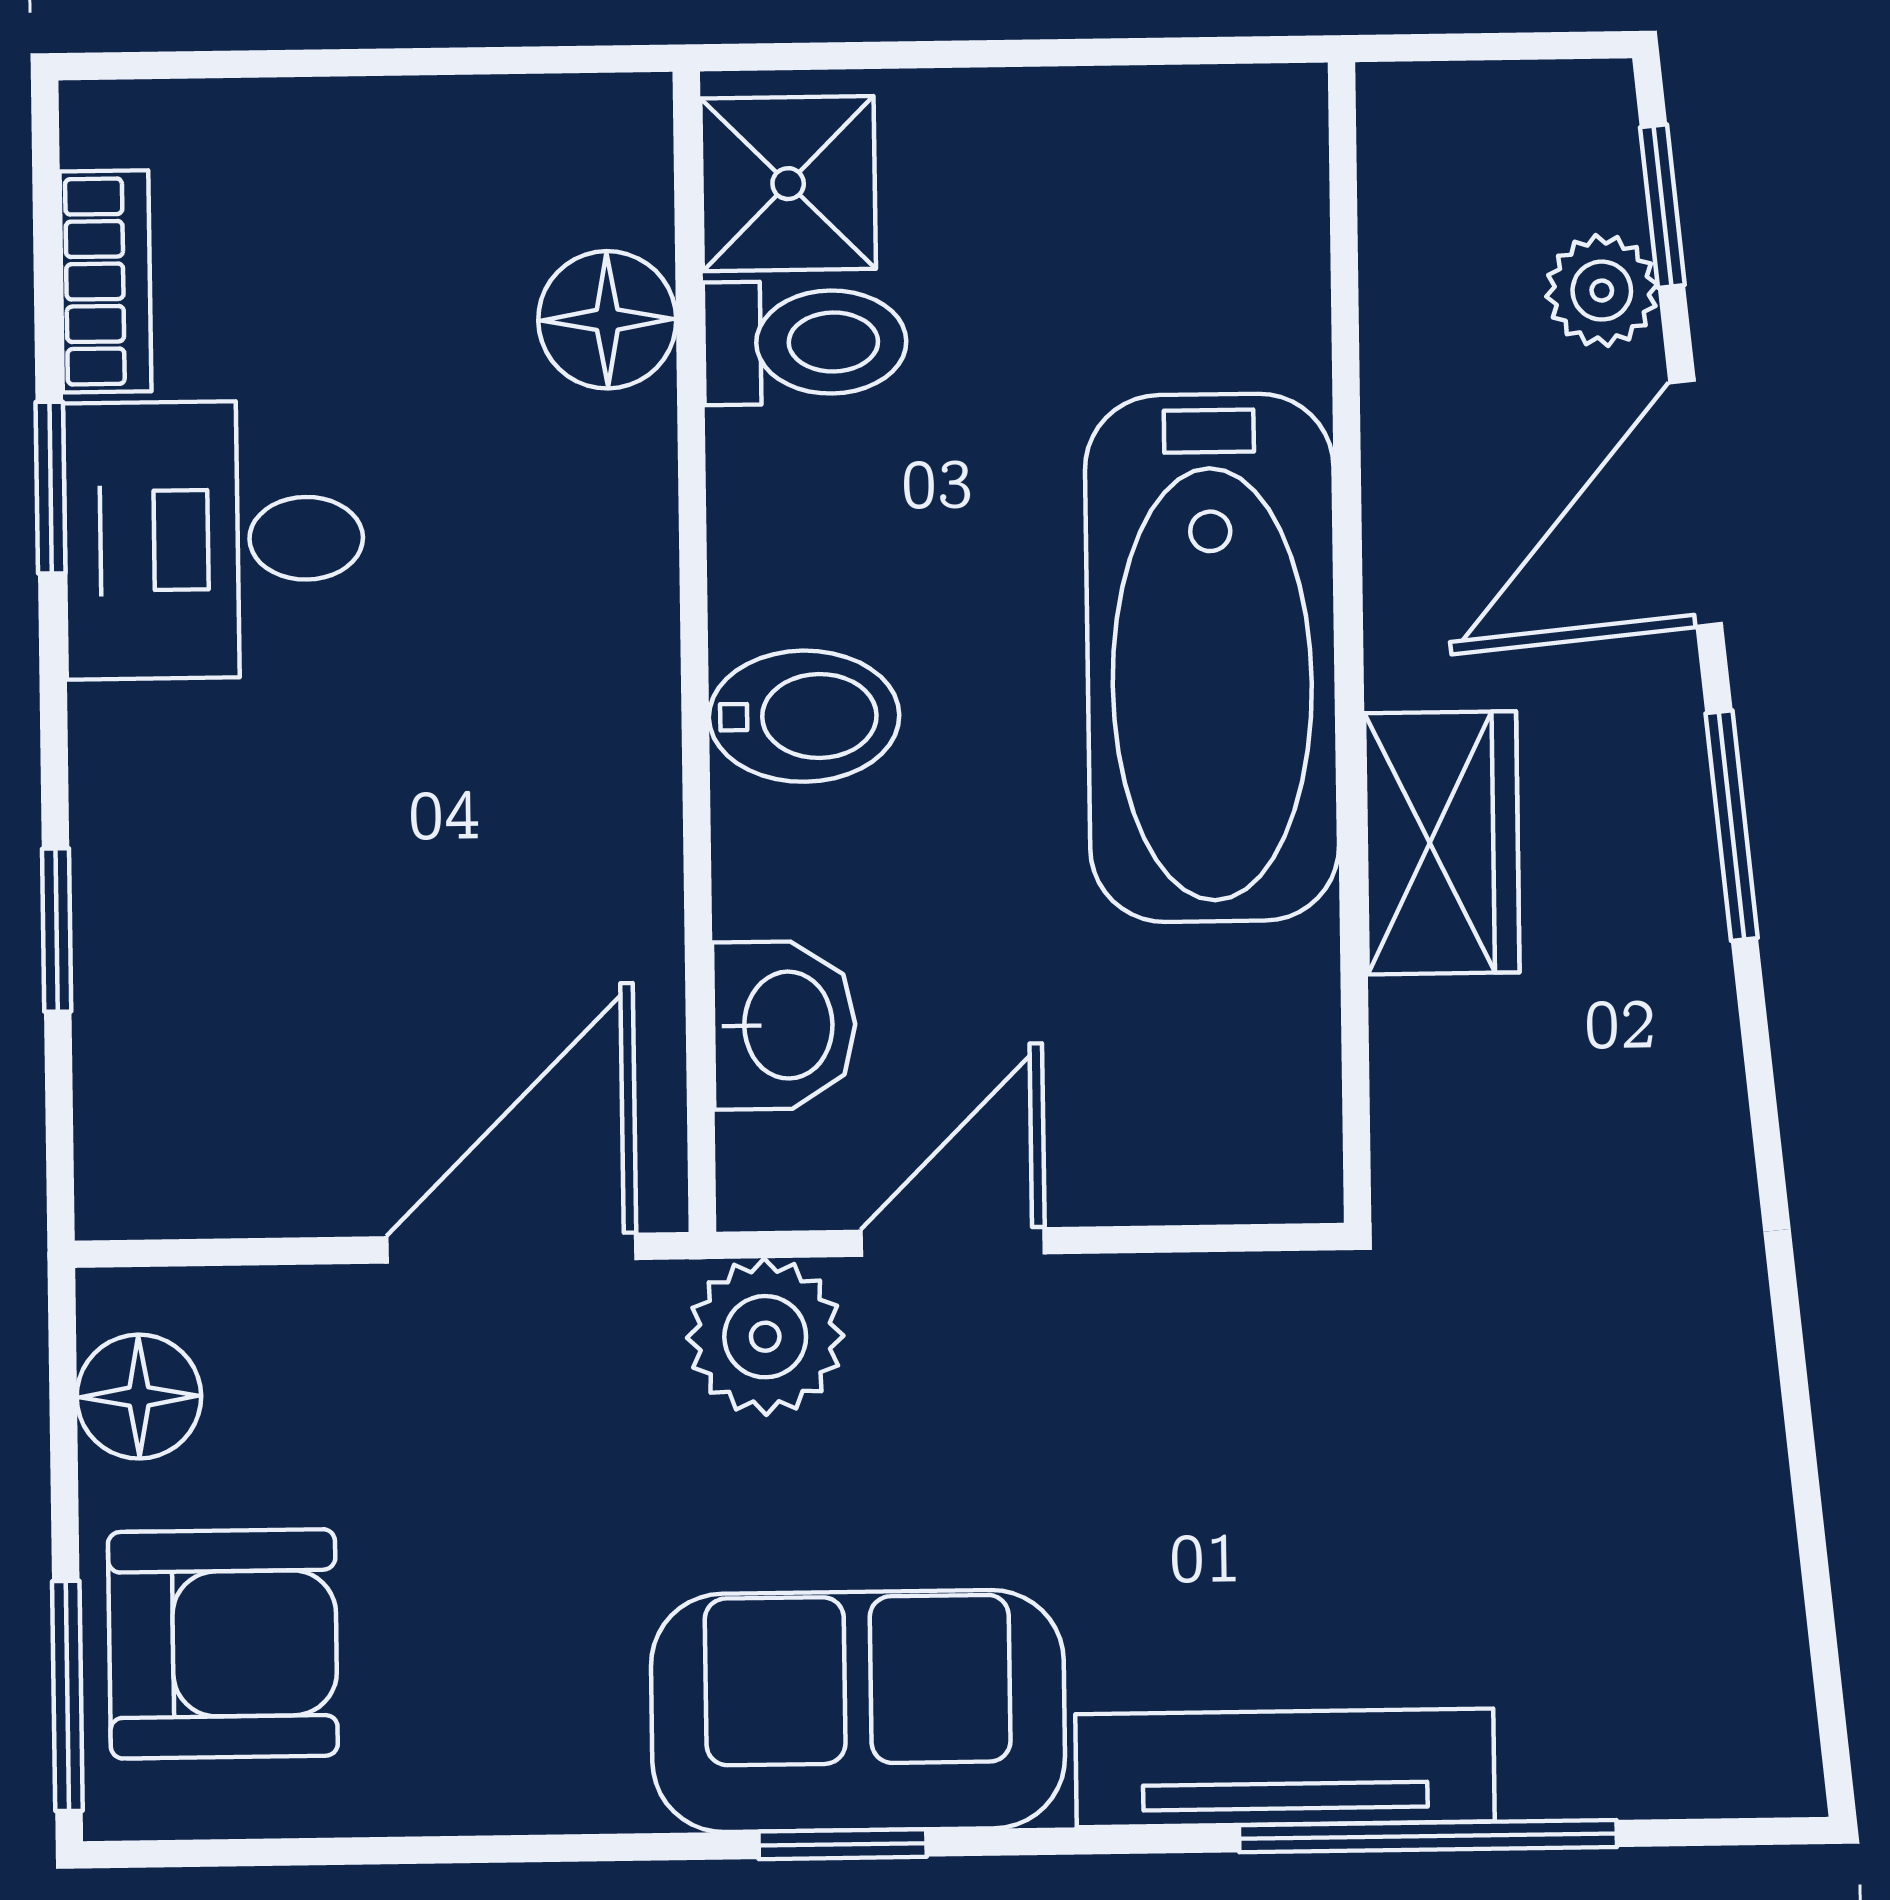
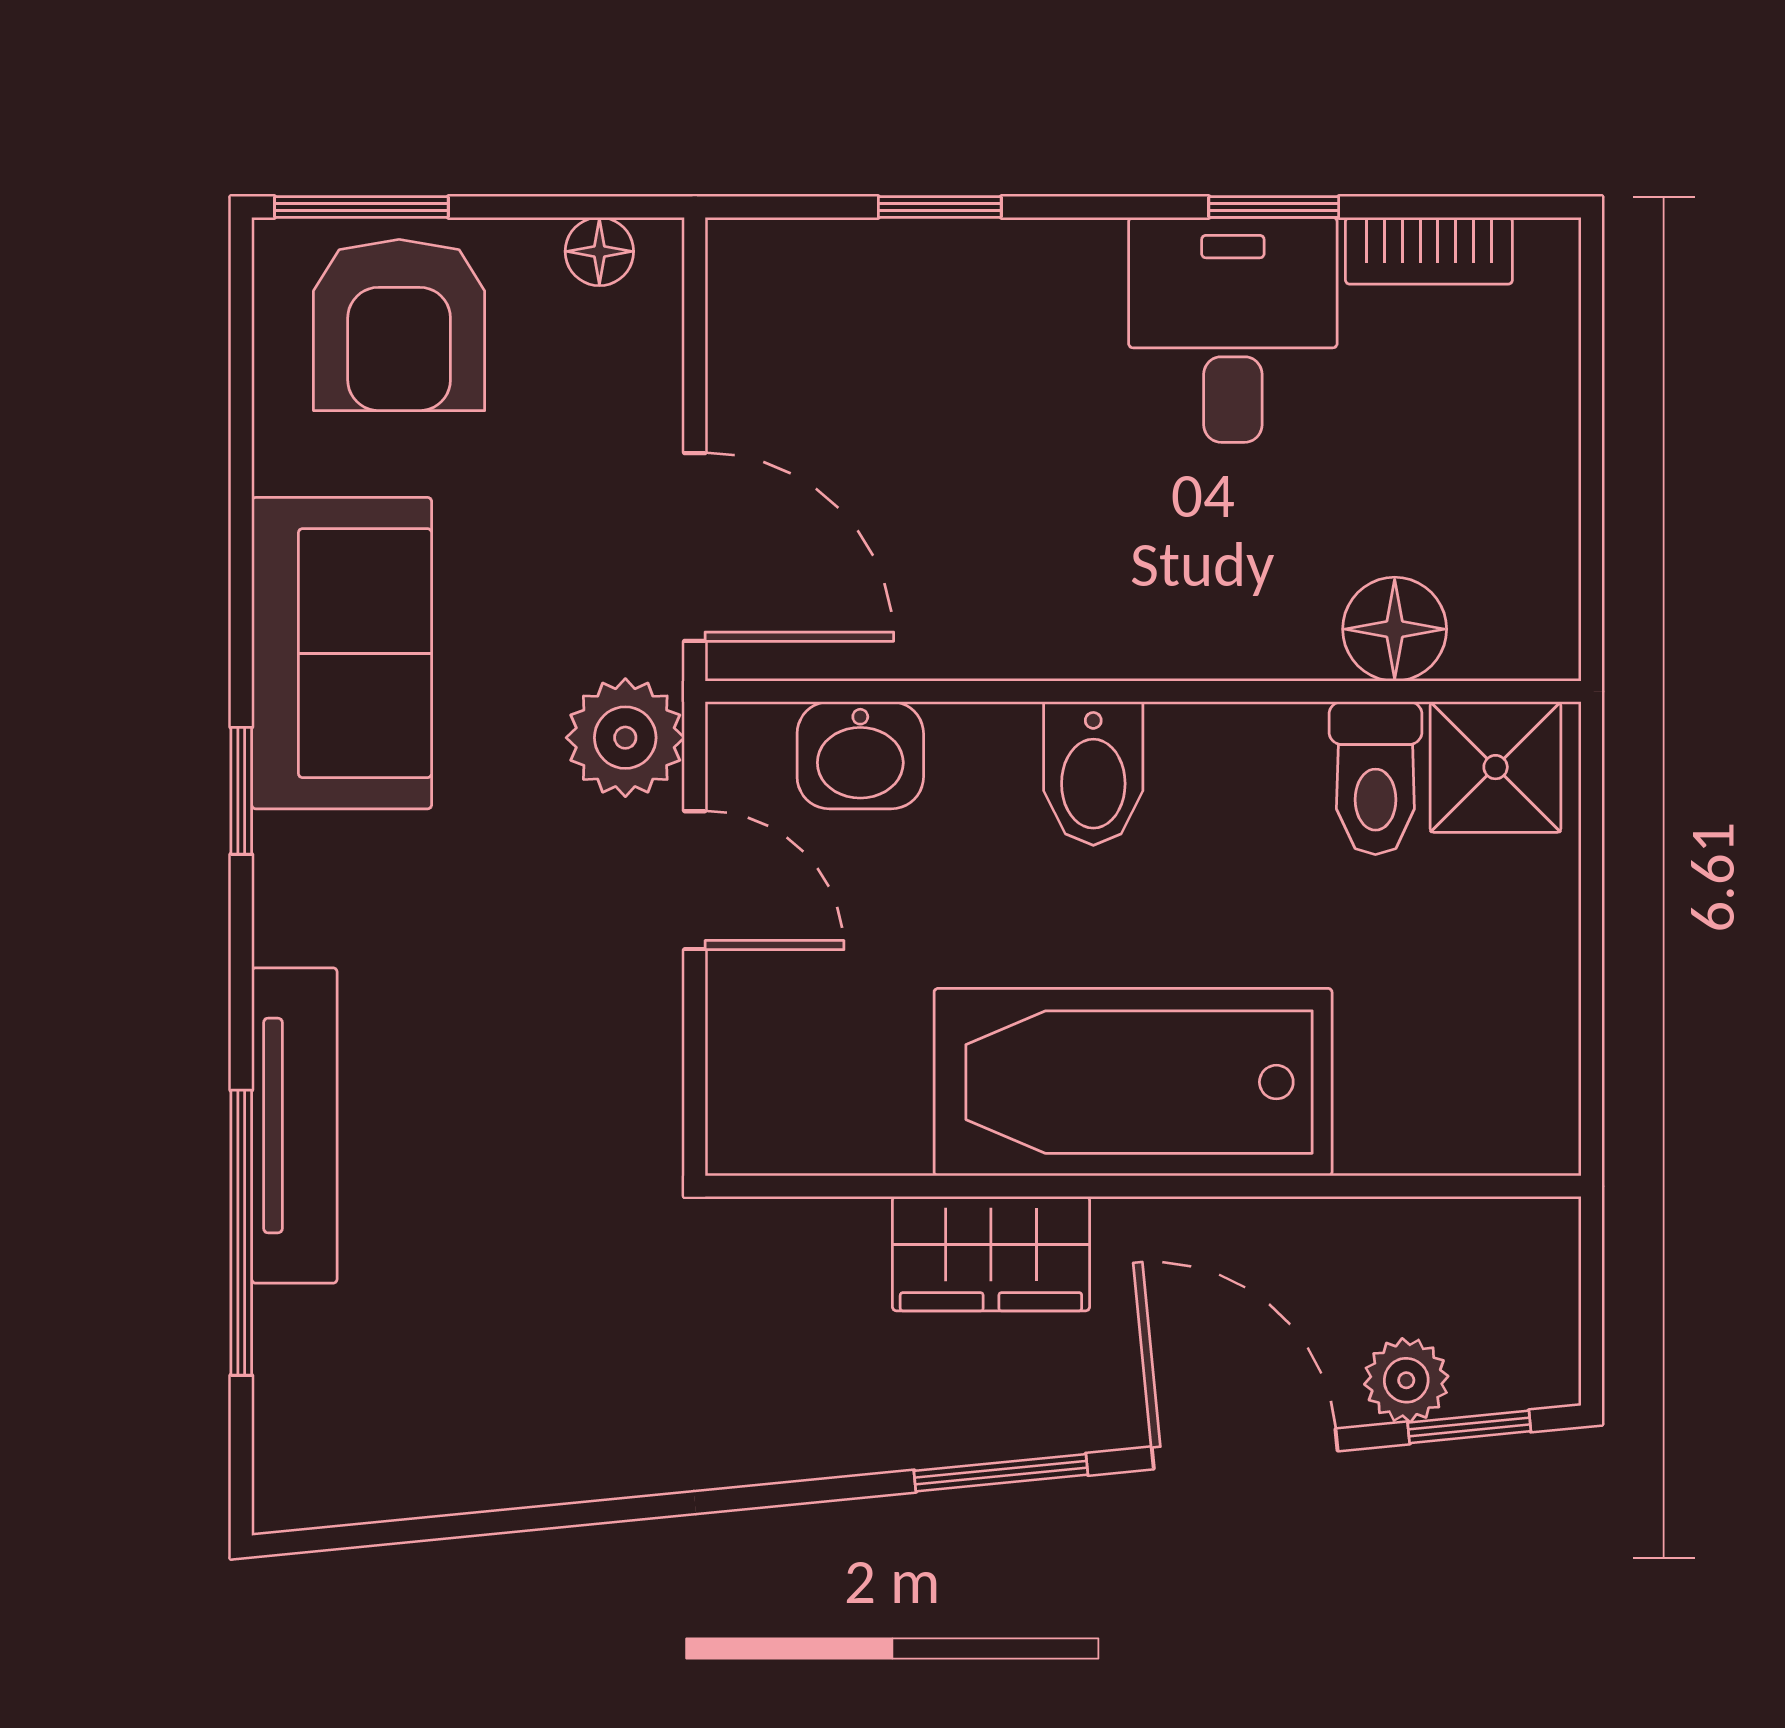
floor lamp: (139, 1397) -> (599, 251), width x0.73, depth x0.73
sofa: (858, 1711) -> (342, 653), moved

